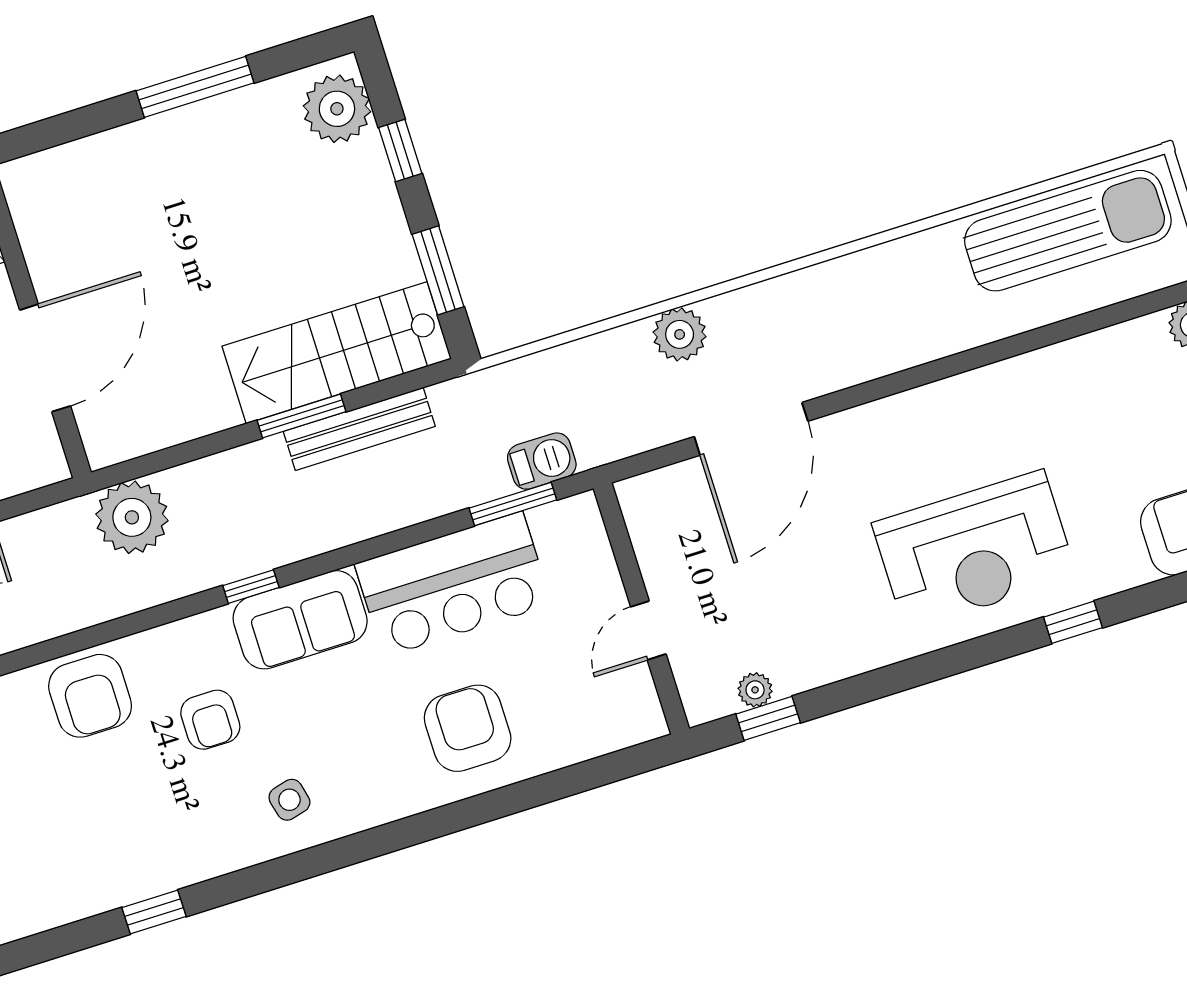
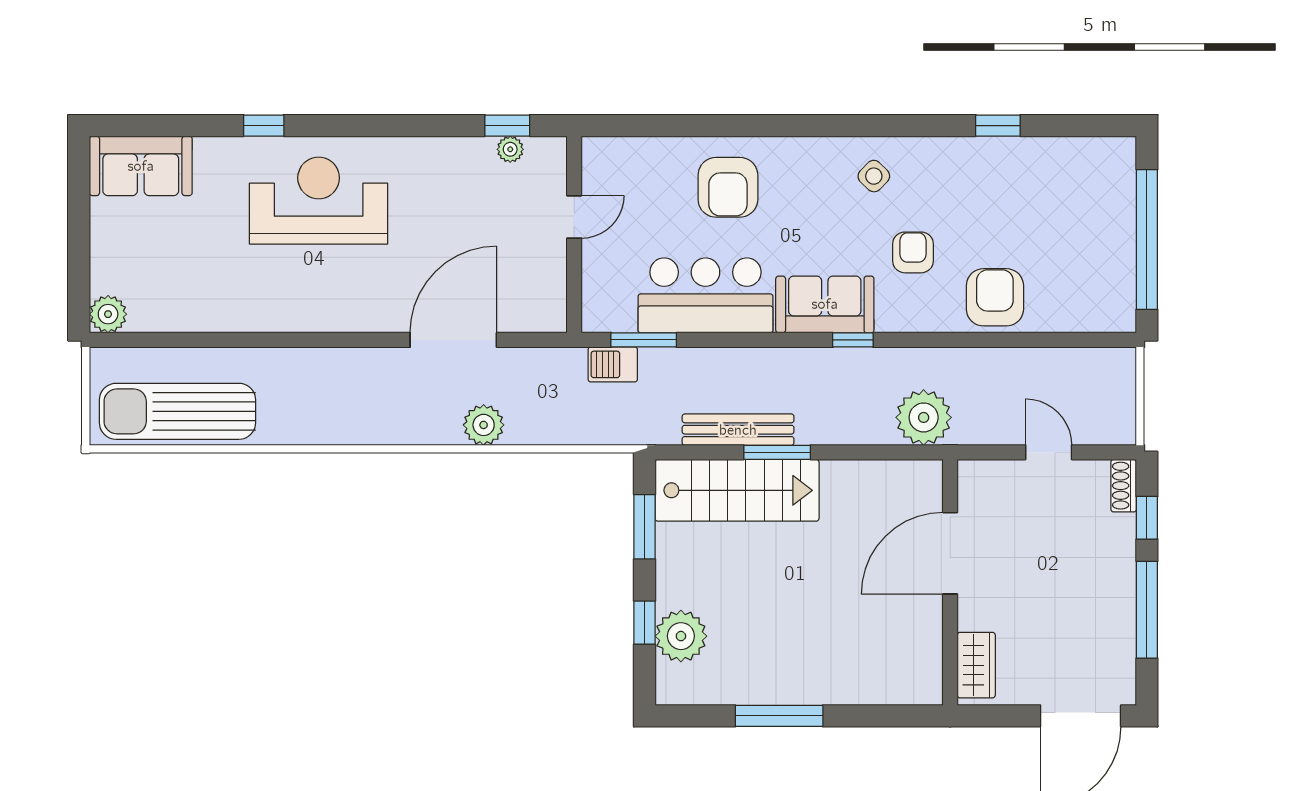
plant: (337, 109) -> (681, 636), moved
side table: (289, 800) -> (874, 176), turned -32

